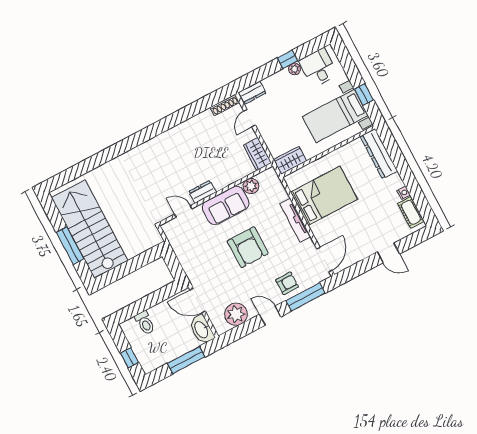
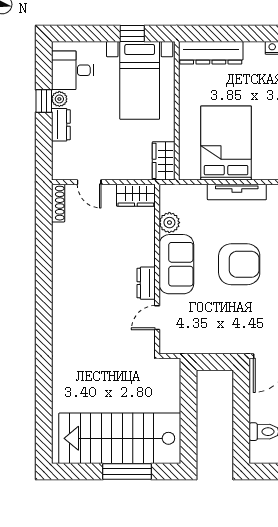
dresser: (252, 93) -> (61, 125), moved

